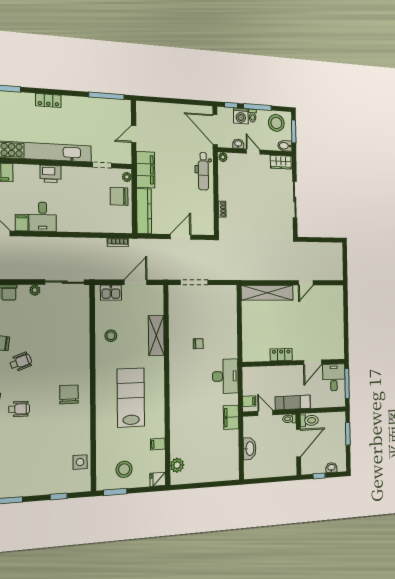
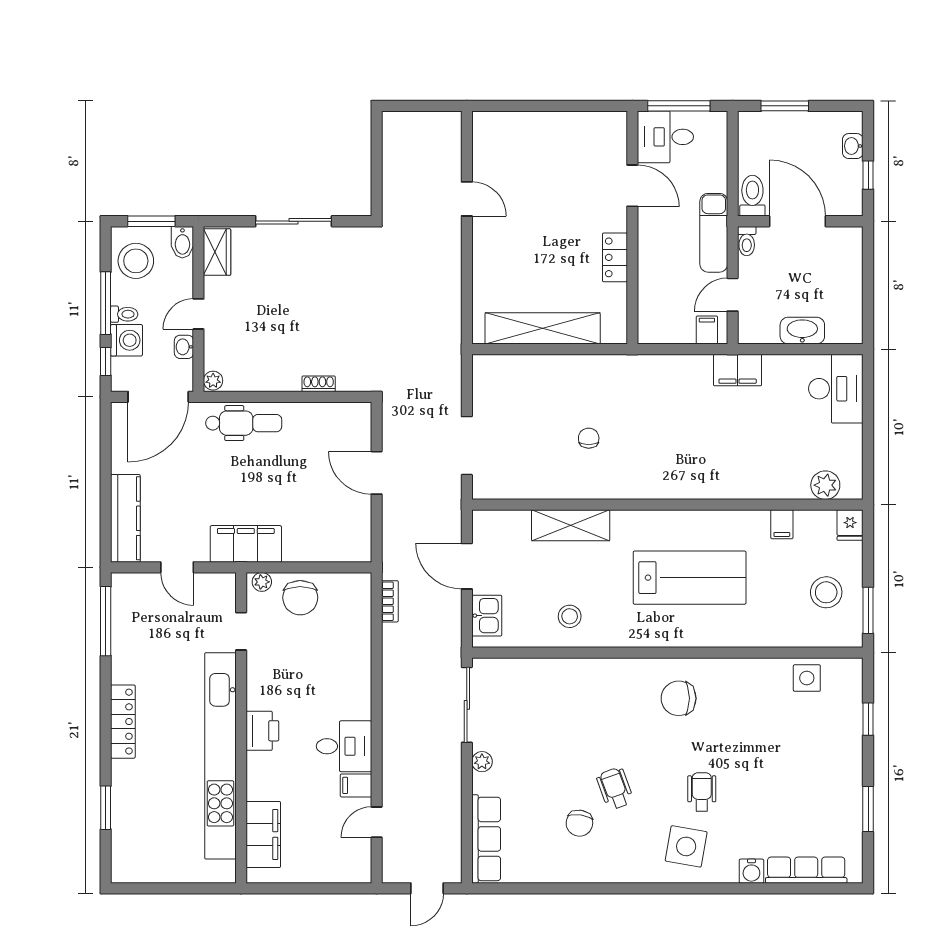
locker: (48, 100) -> (123, 722), width x1.53
kitchen counter: (144, 211) -> (125, 518), moved, turned 90
shelving: (267, 293) -> (543, 328), moved, turned 90
desk: (225, 376) -> (836, 389), moved, turned 90
lab bench: (131, 398) -> (690, 578), turned 180

